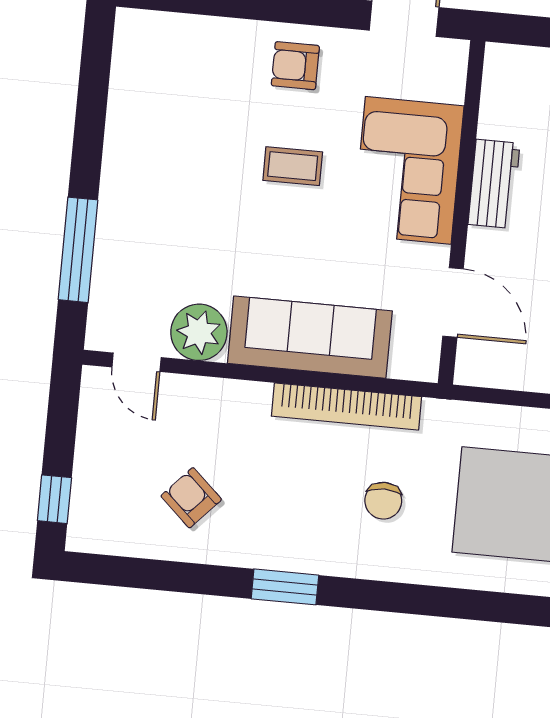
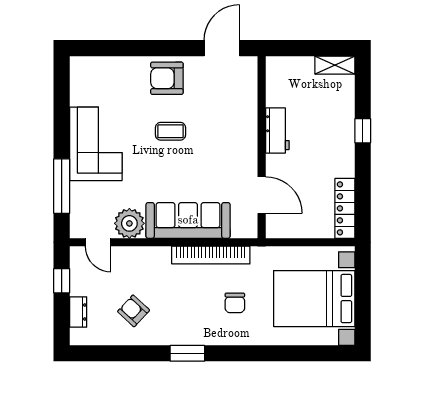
armchair: (295, 66) -> (167, 78), width x1.38, depth x1.38
corner sofa: (408, 170) -> (96, 144), moved, turned 180
dresser: (87, 490) -> (78, 312), added
window: (54, 499) -> (62, 281), moved

